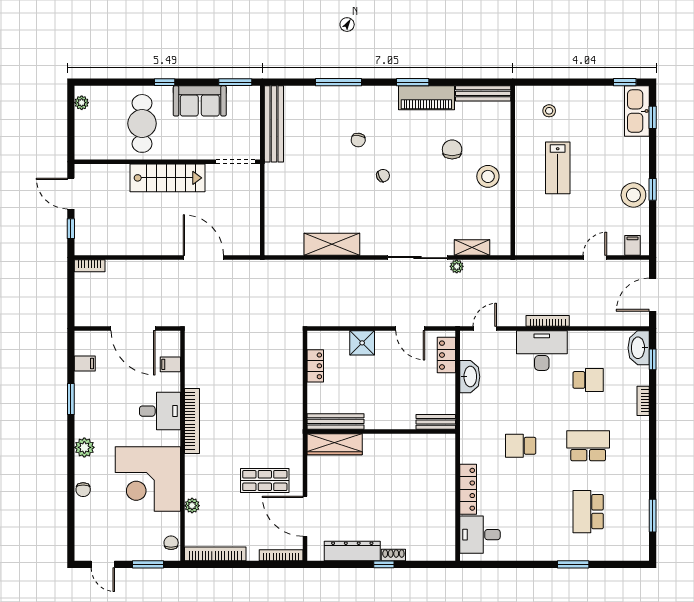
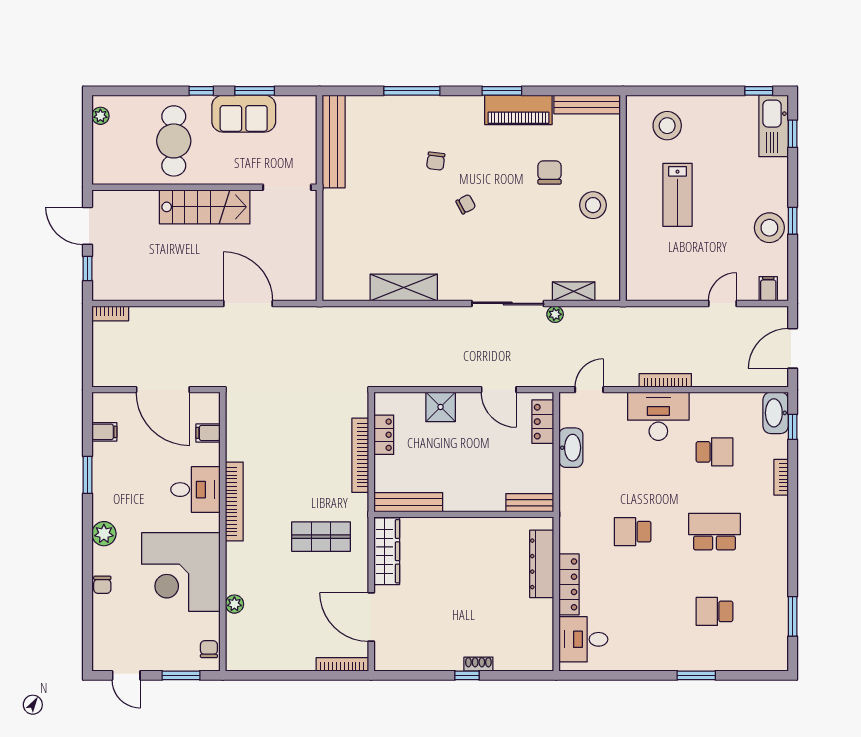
window: (235, 82) -> (255, 91), moved
stool: (549, 111) -> (667, 126), width x1.89, depth x1.89
wardrobe: (335, 444) -> (387, 551), moved, turned -90
shop shelf: (265, 481) -> (321, 537), moved
school desk: (588, 512) -> (714, 611), width x0.54
dresser: (352, 551) -> (542, 564), moved, turned -90
bookcase: (215, 554) -> (360, 455), moved, turned -90

